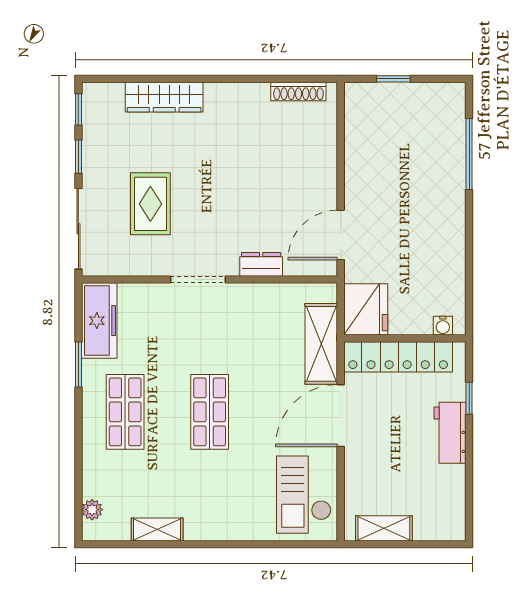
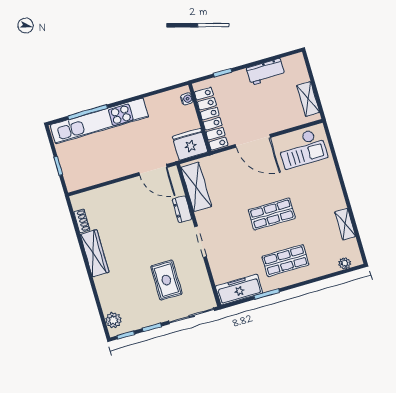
shoe rack: (298, 91) -> (82, 221), width x0.70
plant: (109, 96) -> (113, 320), added
wardrobe: (164, 97) -> (95, 253), moved
kitchen unit: (448, 169) -> (99, 121), added
rug: (150, 204) -> (166, 280), turned 90
shelving: (321, 344) -> (196, 187), moved, turned 90
workbench: (450, 433) -> (266, 72), moved

